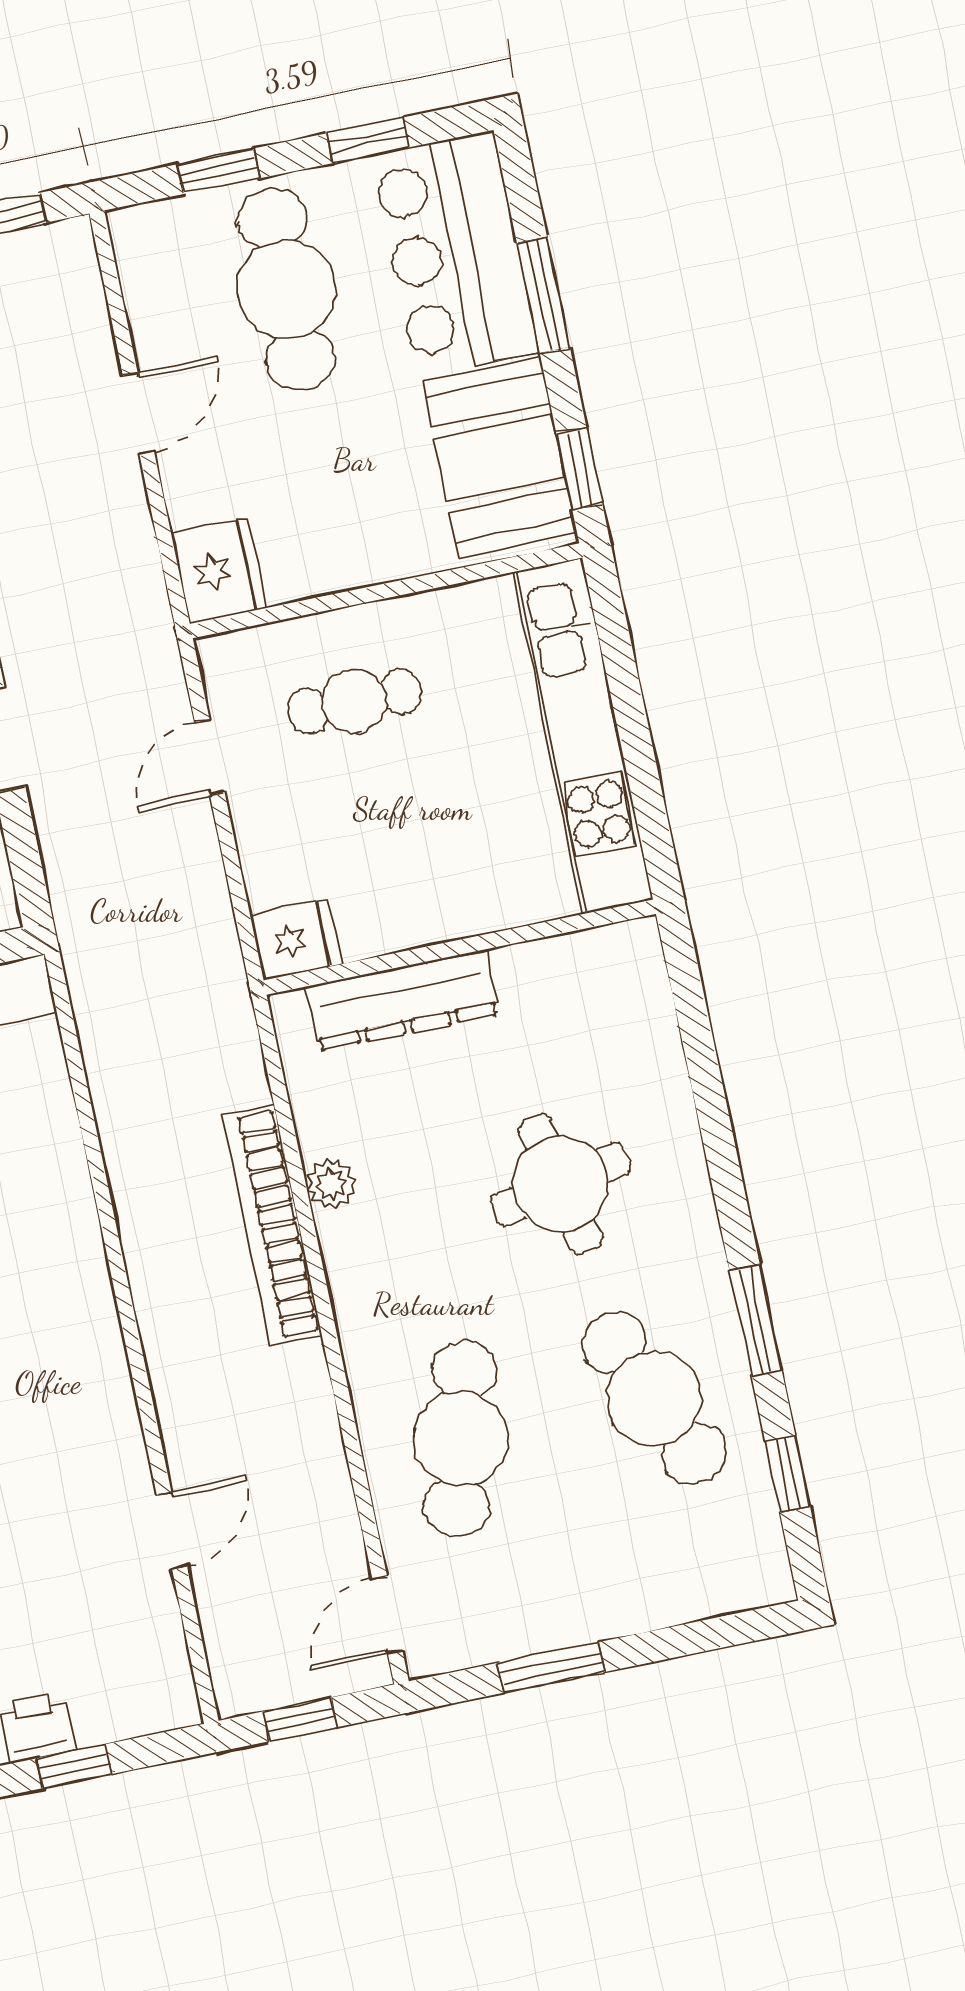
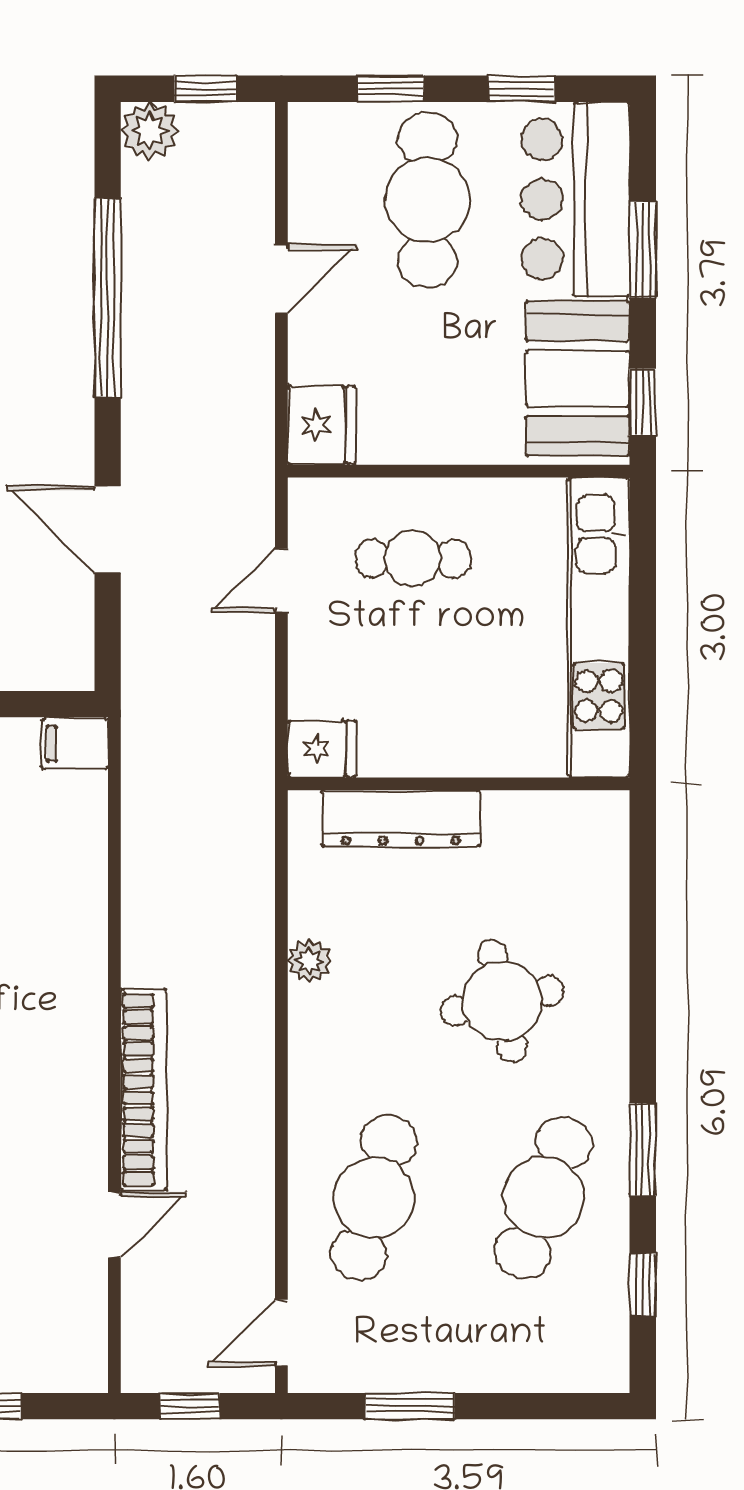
bookcase: (272, 1226) -> (144, 1090), moved, turned 180
cafe table: (654, 1398) -> (543, 1198), turned 45

